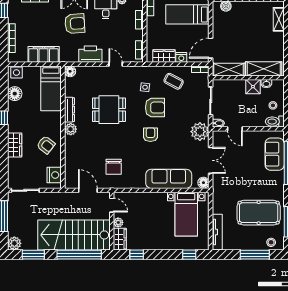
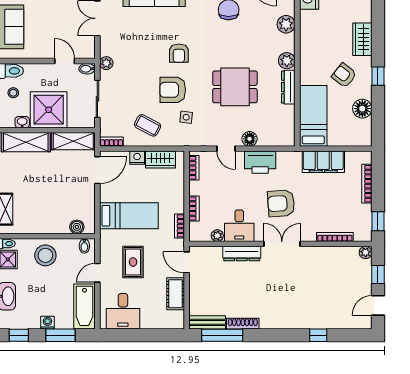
floor lamp: (70, 71) -> (250, 139), moved
side table: (16, 73) -> (360, 137), removed
shower: (253, 87) -> (49, 110), width x1.86, depth x1.86
plant: (200, 132) -> (106, 63), width x0.53, depth x0.53
armchair: (46, 145) -> (344, 75), moved
plant: (71, 156) -> (286, 24), added

